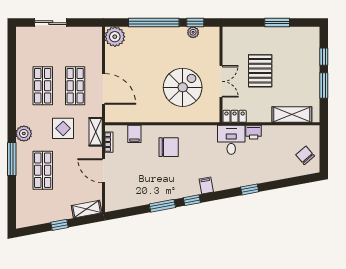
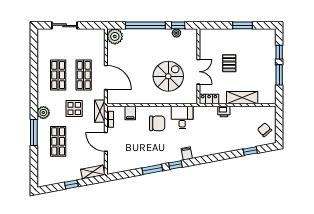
pallet: (260, 71) -> (229, 63), width x0.67, depth x0.71
shelving: (292, 115) -> (242, 98), moved
desk: (231, 140) -> (182, 118), moved
window: (250, 189) -> (250, 151), moved

